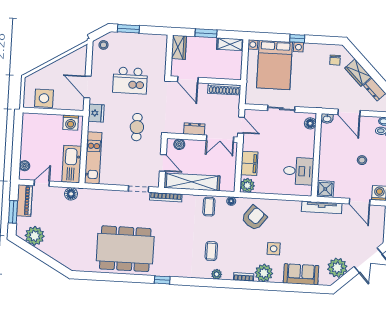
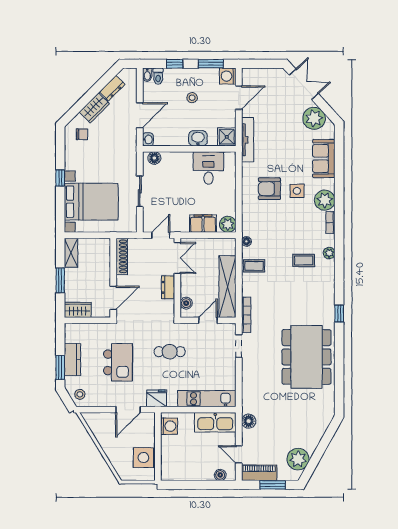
kitchen counter: (135, 40) -> (72, 359), added
washbasin: (325, 163) -> (198, 138), added
armchair: (254, 218) -> (269, 189), moved, turned -37

